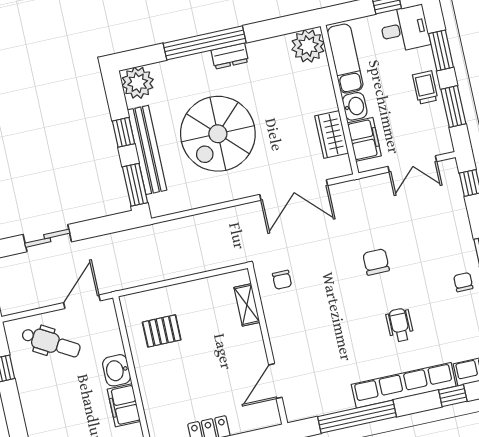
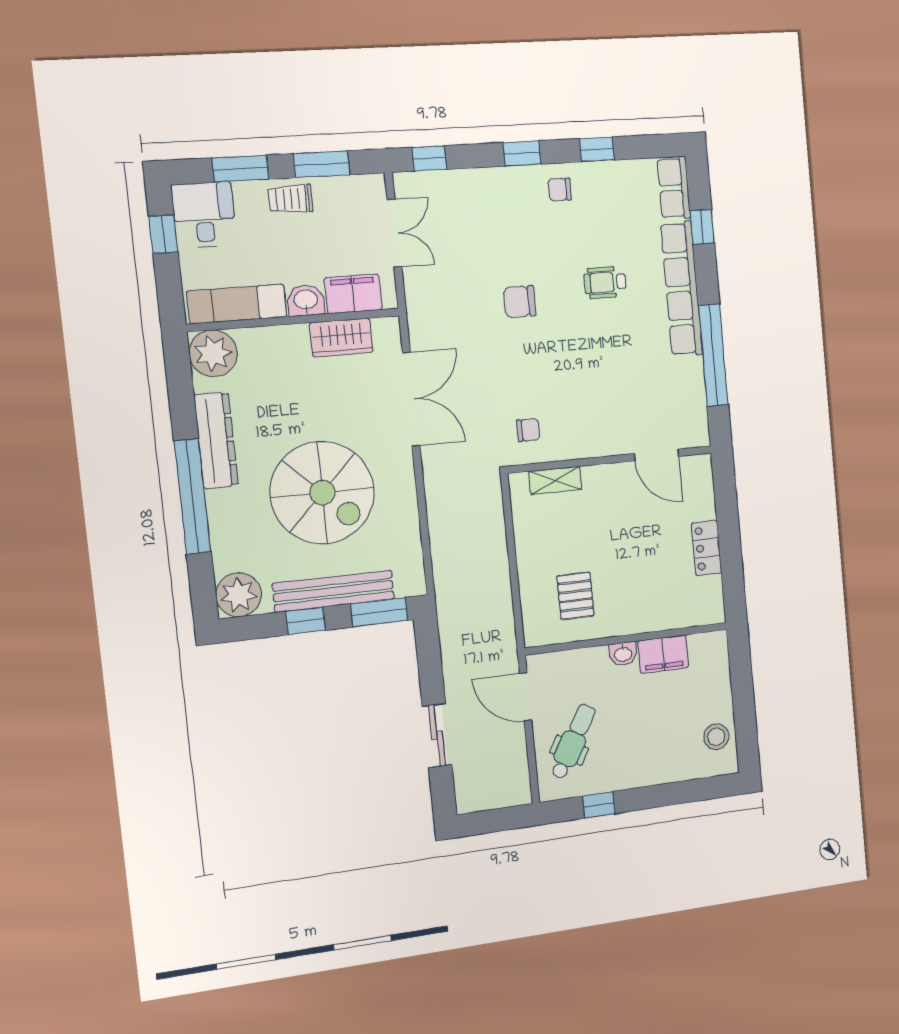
dresser: (230, 56) -> (216, 440), width x1.96, depth x1.24
washbasin: (117, 370) -> (623, 654), width x0.72, depth x0.69

